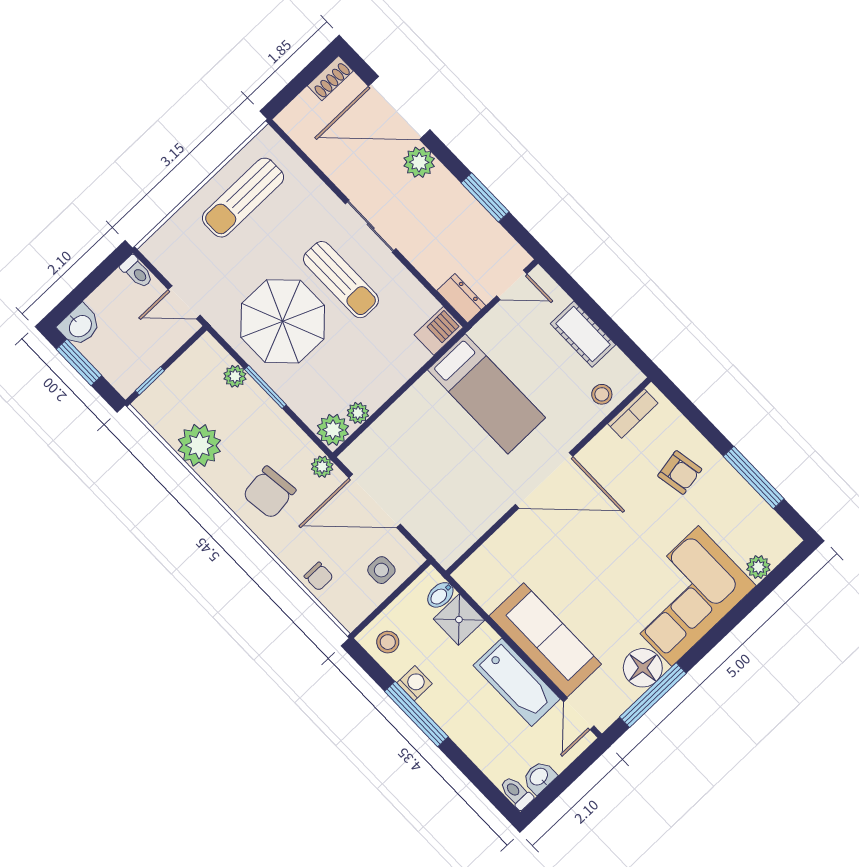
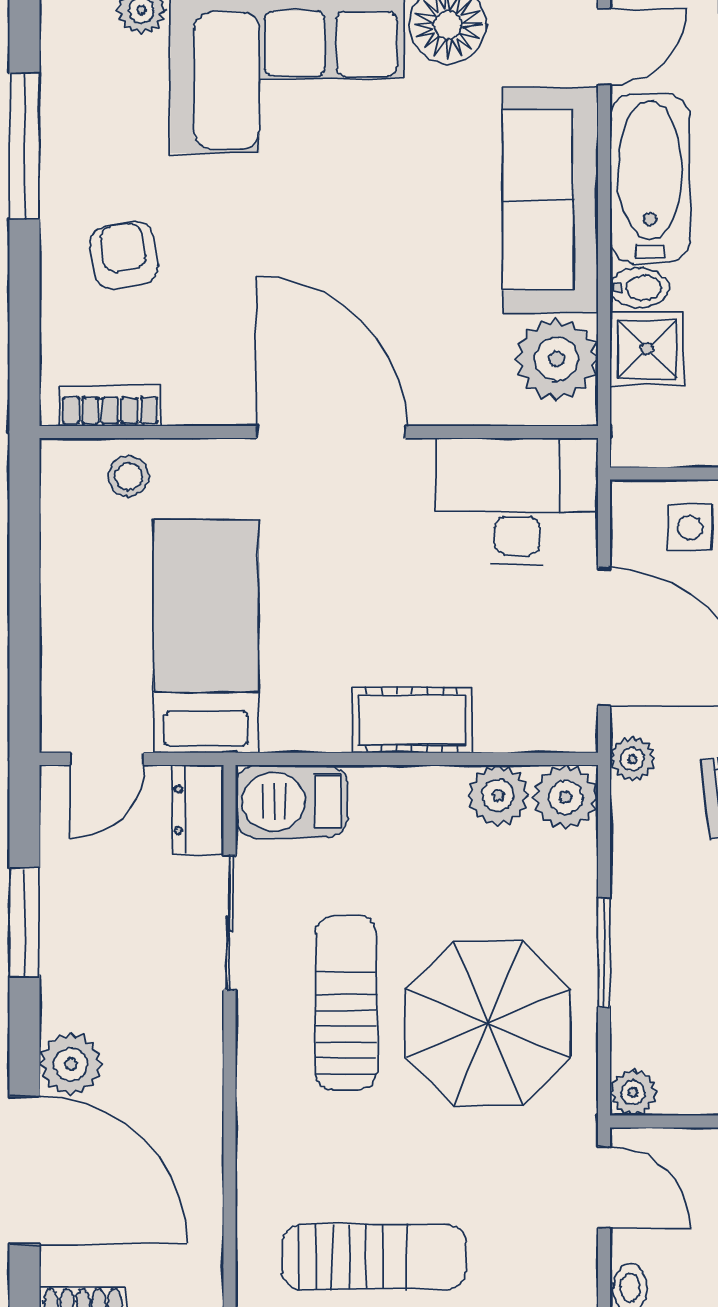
sliding door: (371, 226) -> (229, 923), moved
door: (512, 285) -> (107, 759), swing flipped
barbecue: (439, 331) -> (292, 801), width x1.38, depth x1.27
cot: (583, 334) -> (412, 720), moved, turned 90
plant: (235, 376) -> (633, 1092), moved
bed: (487, 394) -> (206, 636), moved
plant: (358, 413) -> (498, 795), width x1.38, depth x1.38
desk: (453, 520) -> (517, 501), added
plant: (488, 585) -> (556, 359), added
bidet: (440, 595) -> (639, 288), moved

